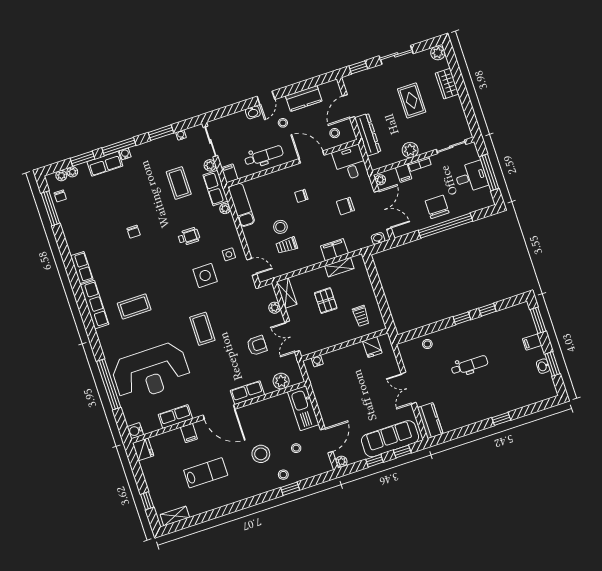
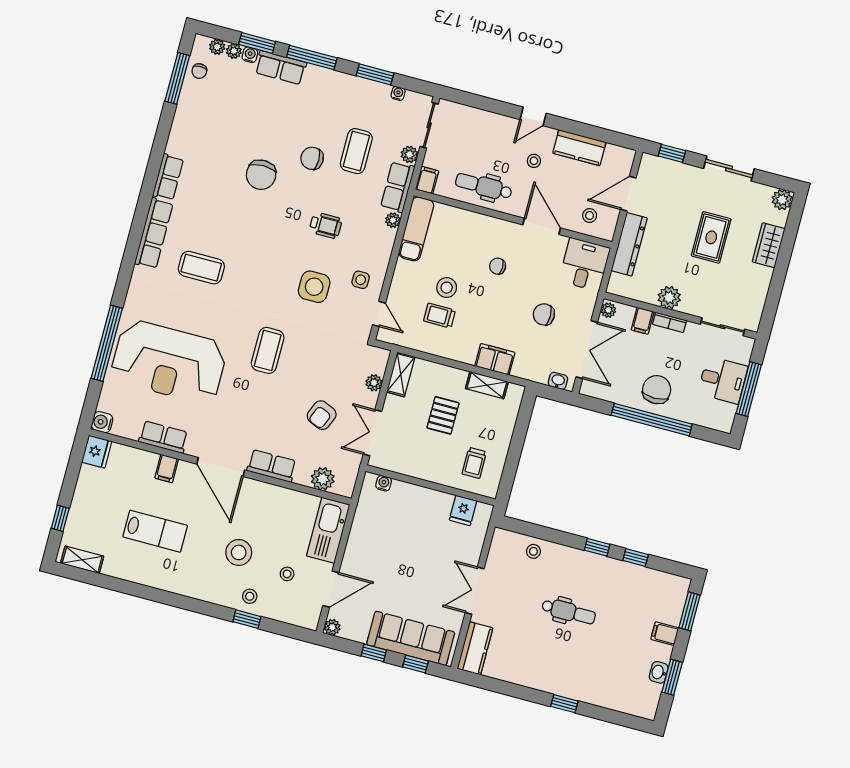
washbasin: (253, 112) -> (505, 124), removed
water cooler: (125, 154) -> (250, 55), moved
dental chair: (264, 156) -> (484, 186), turned 180
chair: (156, 204) -> (312, 158), added
chair: (134, 232) -> (261, 175), width x1.87, depth x1.87
armchair: (257, 345) -> (322, 415), turned 113

